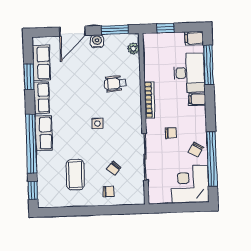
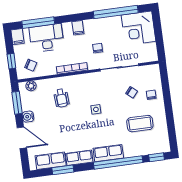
filing cabinet: (197, 99) -> (78, 28), moved
chair: (196, 150) -> (31, 65), moved

